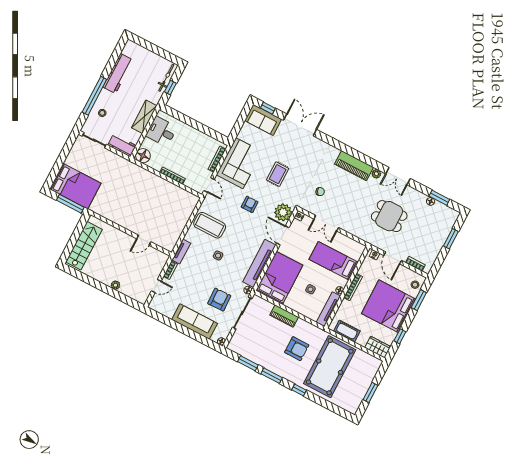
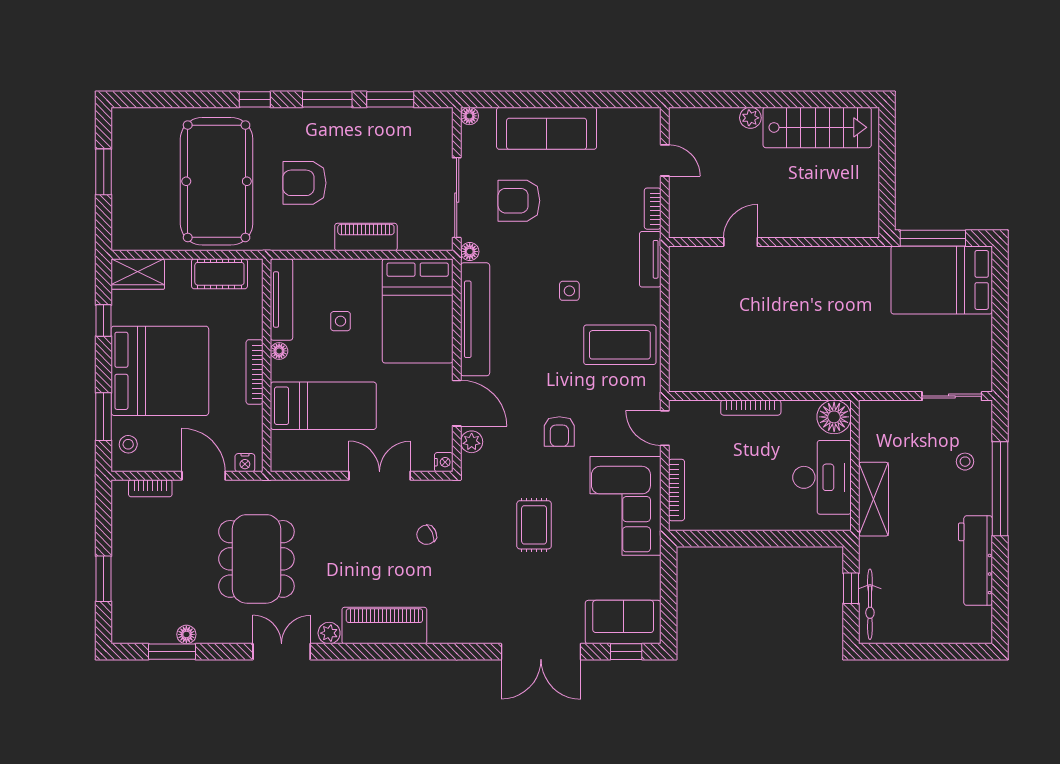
desk: (161, 131) -> (822, 477), width x1.37
workbench: (122, 145) -> (889, 415), removed
plant: (283, 212) -> (472, 442), width x0.53, depth x0.53
dining table: (389, 216) -> (256, 559), width x1.37
stairs: (84, 246) -> (817, 127), moved, turned -90
door: (156, 286) -> (665, 160), swing flipped
armchair: (219, 300) -> (519, 201), turned 92

